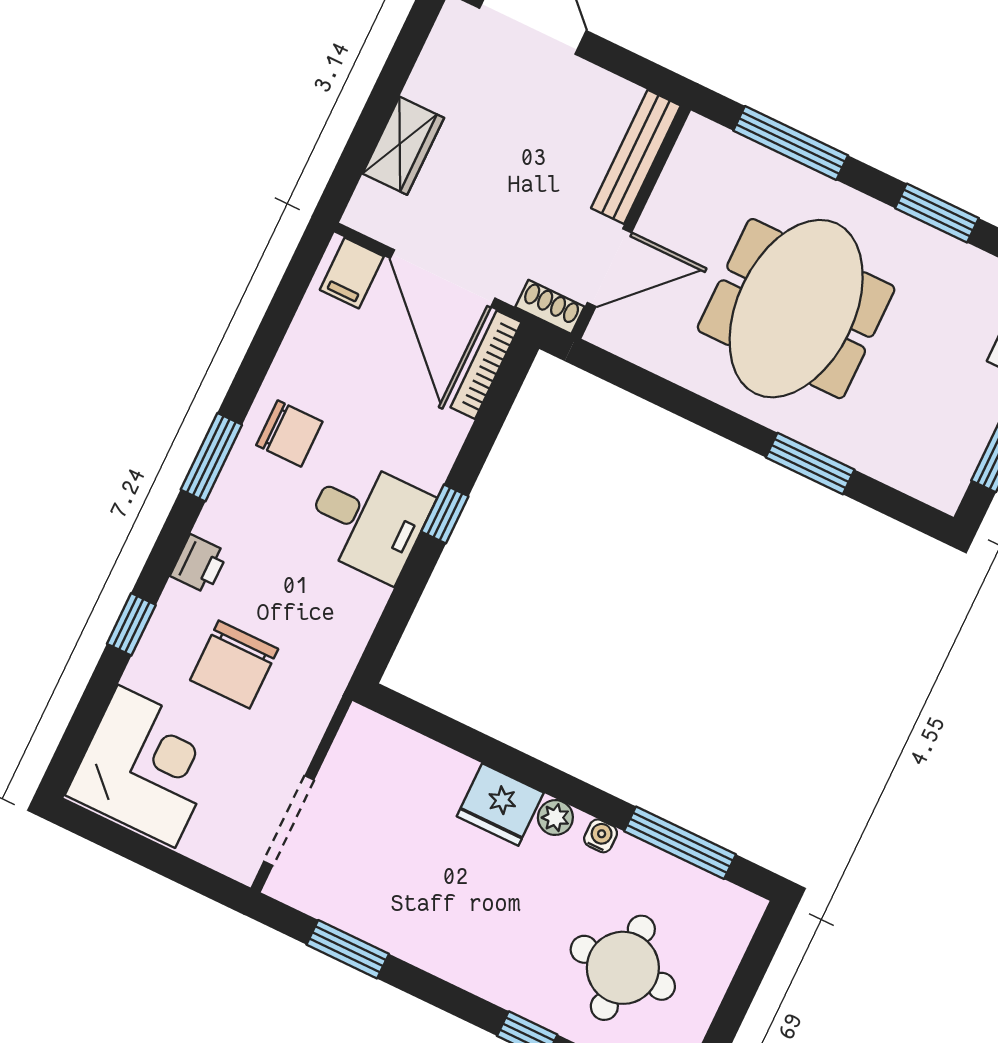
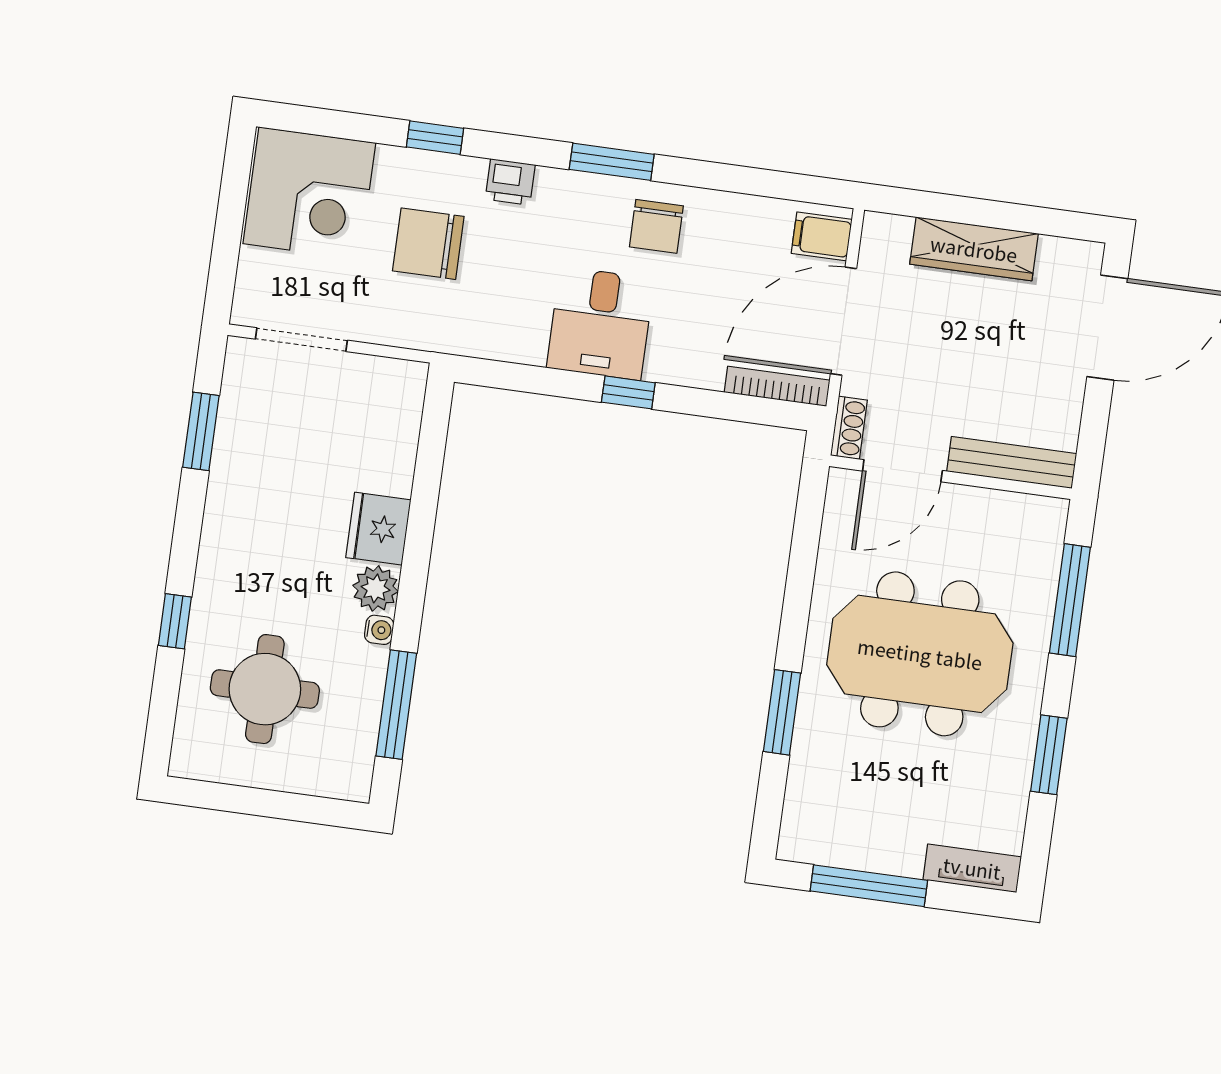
wardrobe: (403, 146) -> (974, 249), width x1.50
door: (609, 268) -> (902, 471), hinge flipped
plant: (555, 818) -> (376, 588), width x1.38, depth x1.38

